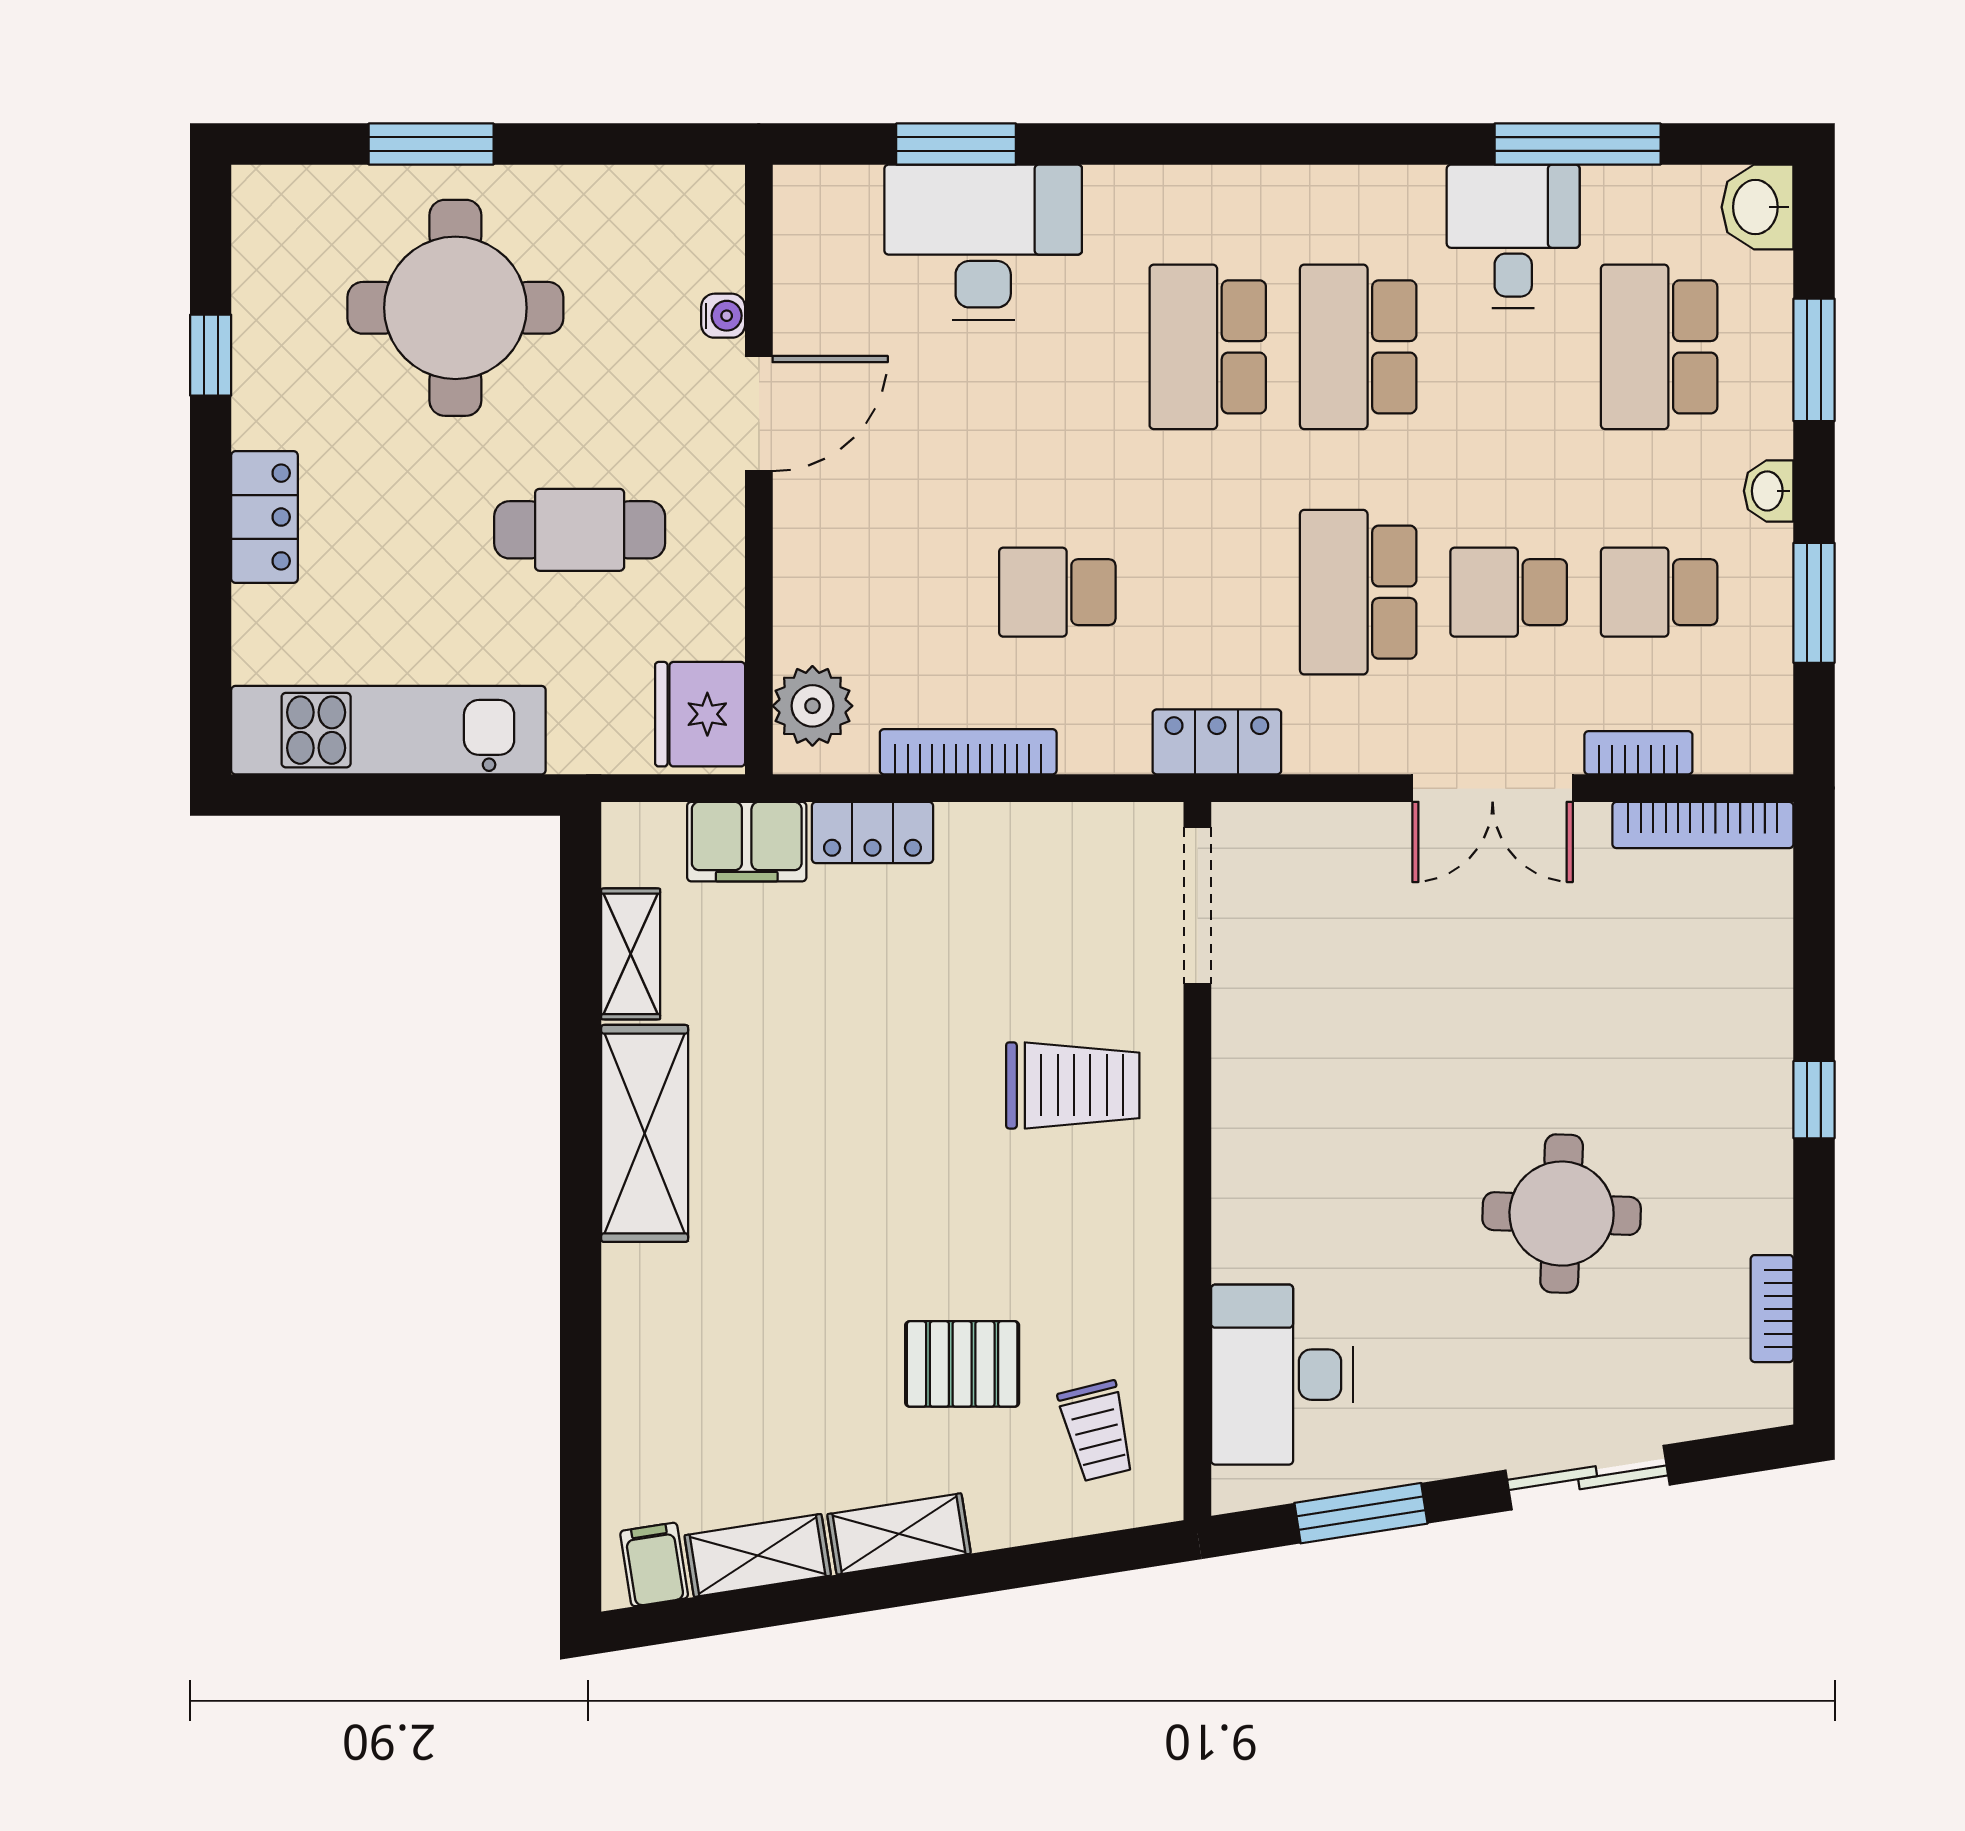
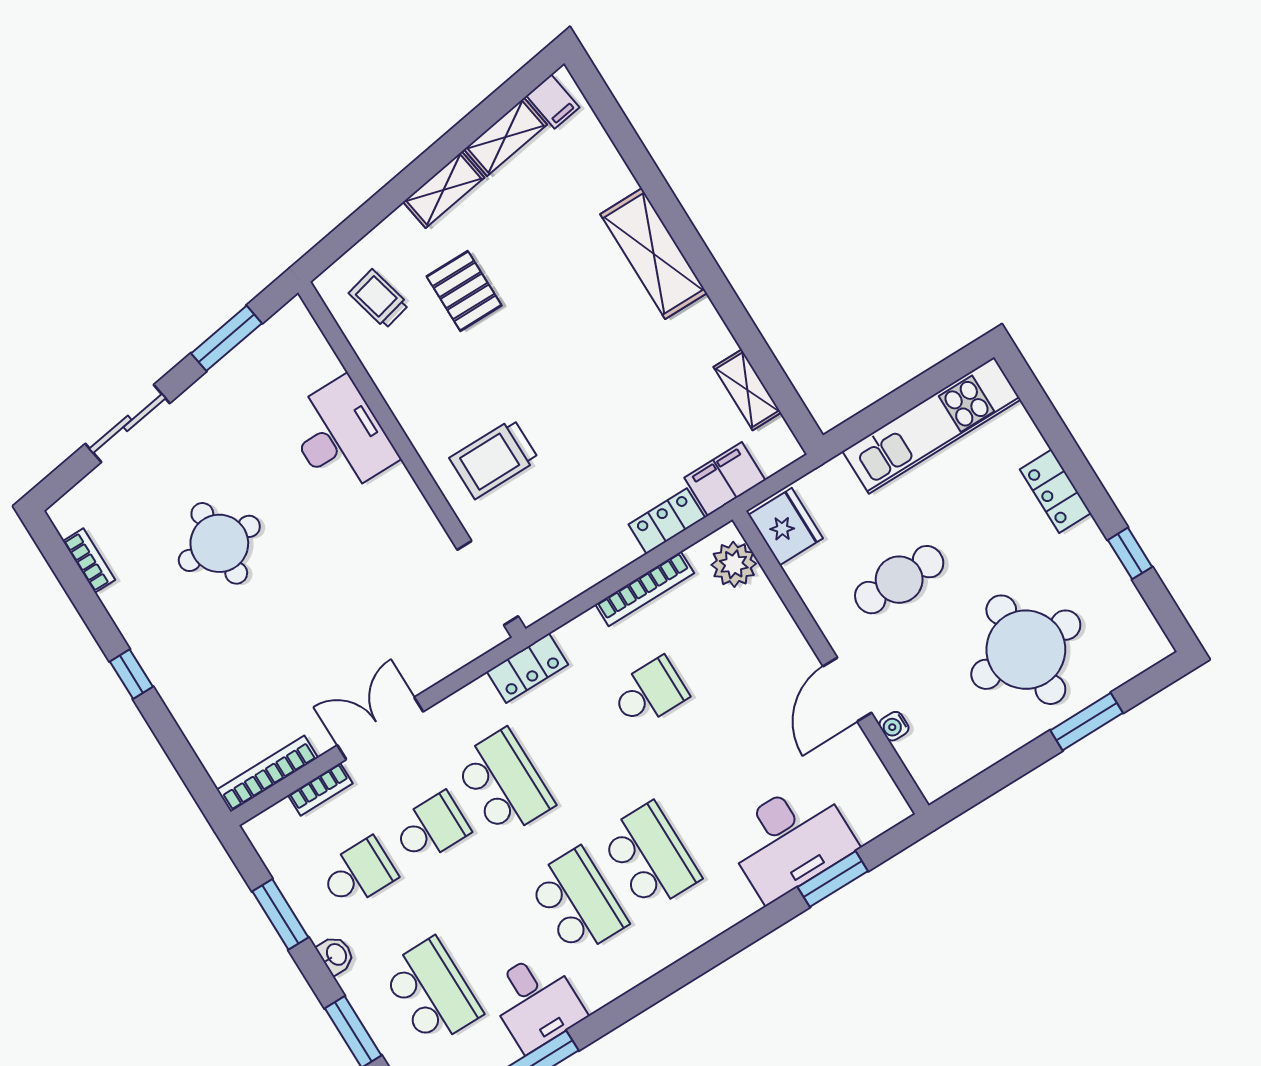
shelving: (645, 1133) -> (654, 254), moved
pallet: (962, 1364) -> (464, 291), turned 90
desk: (1282, 1375) -> (341, 437), moved

